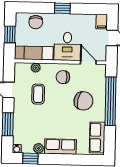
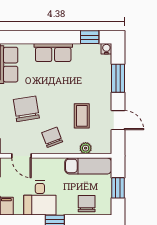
desk: (67, 46) -> (40, 198), moved, turned 180
chair: (63, 77) -> (52, 137), turned -111
chair: (83, 101) -> (26, 109), turned 69
plant: (39, 148) -> (80, 50), removed

